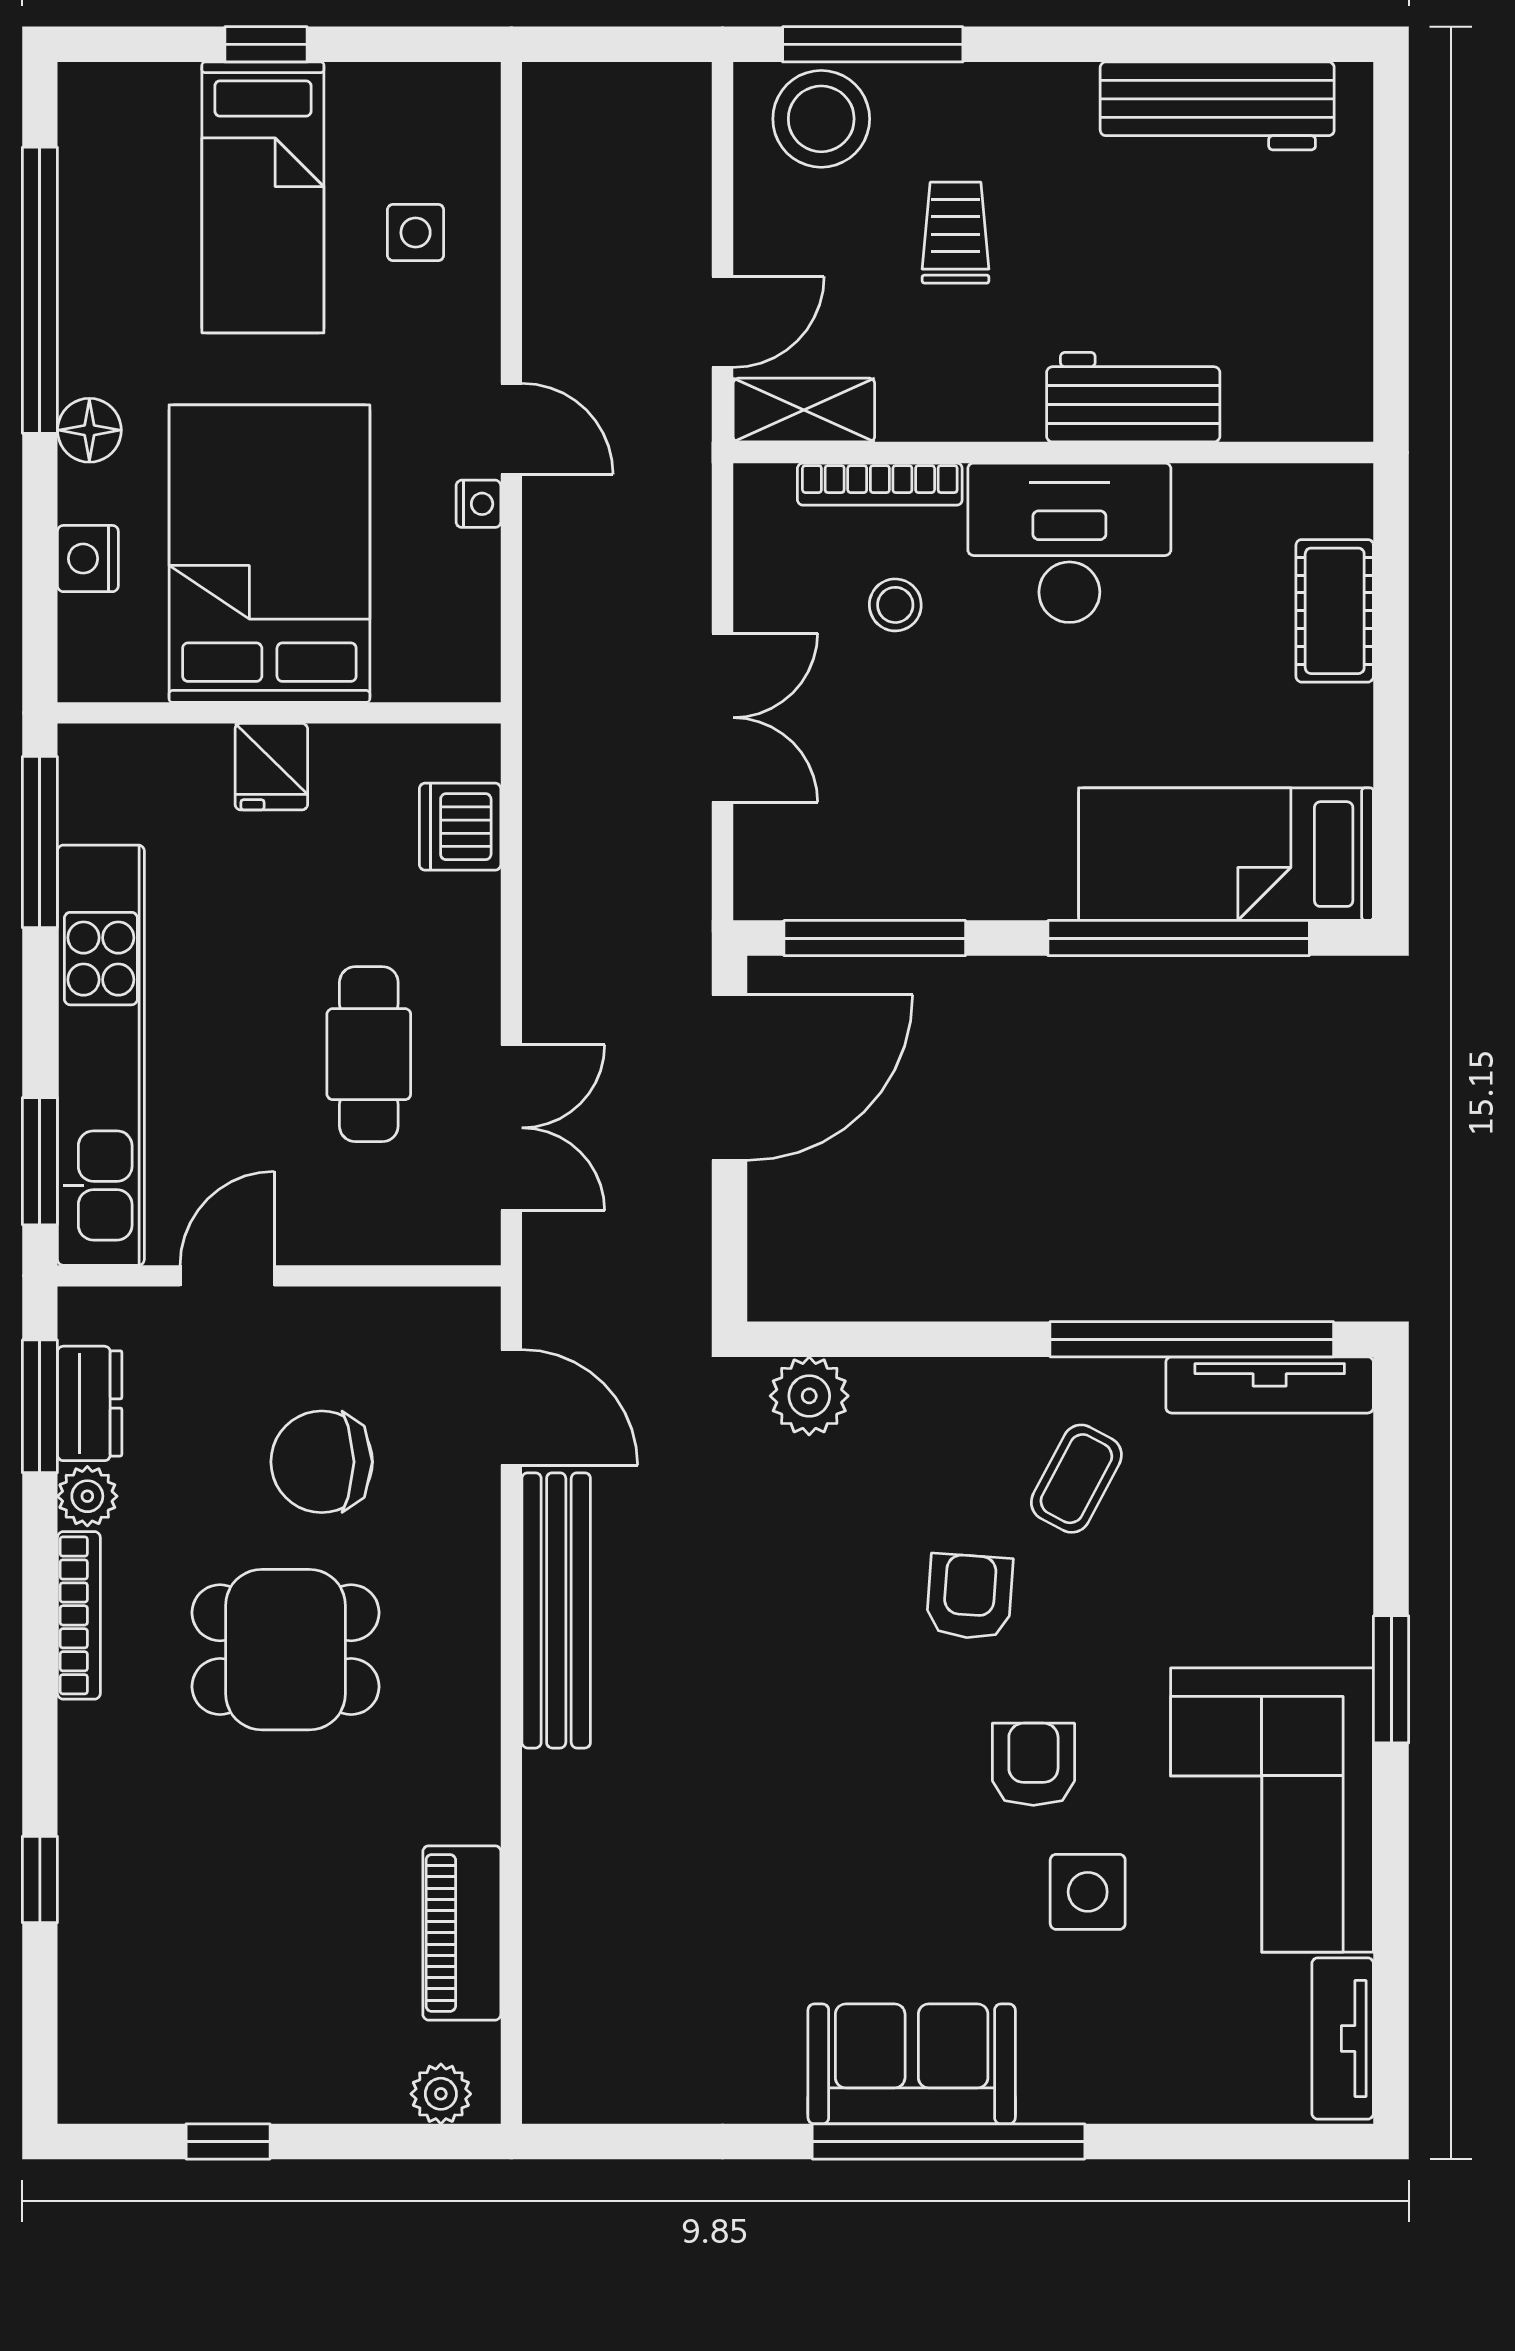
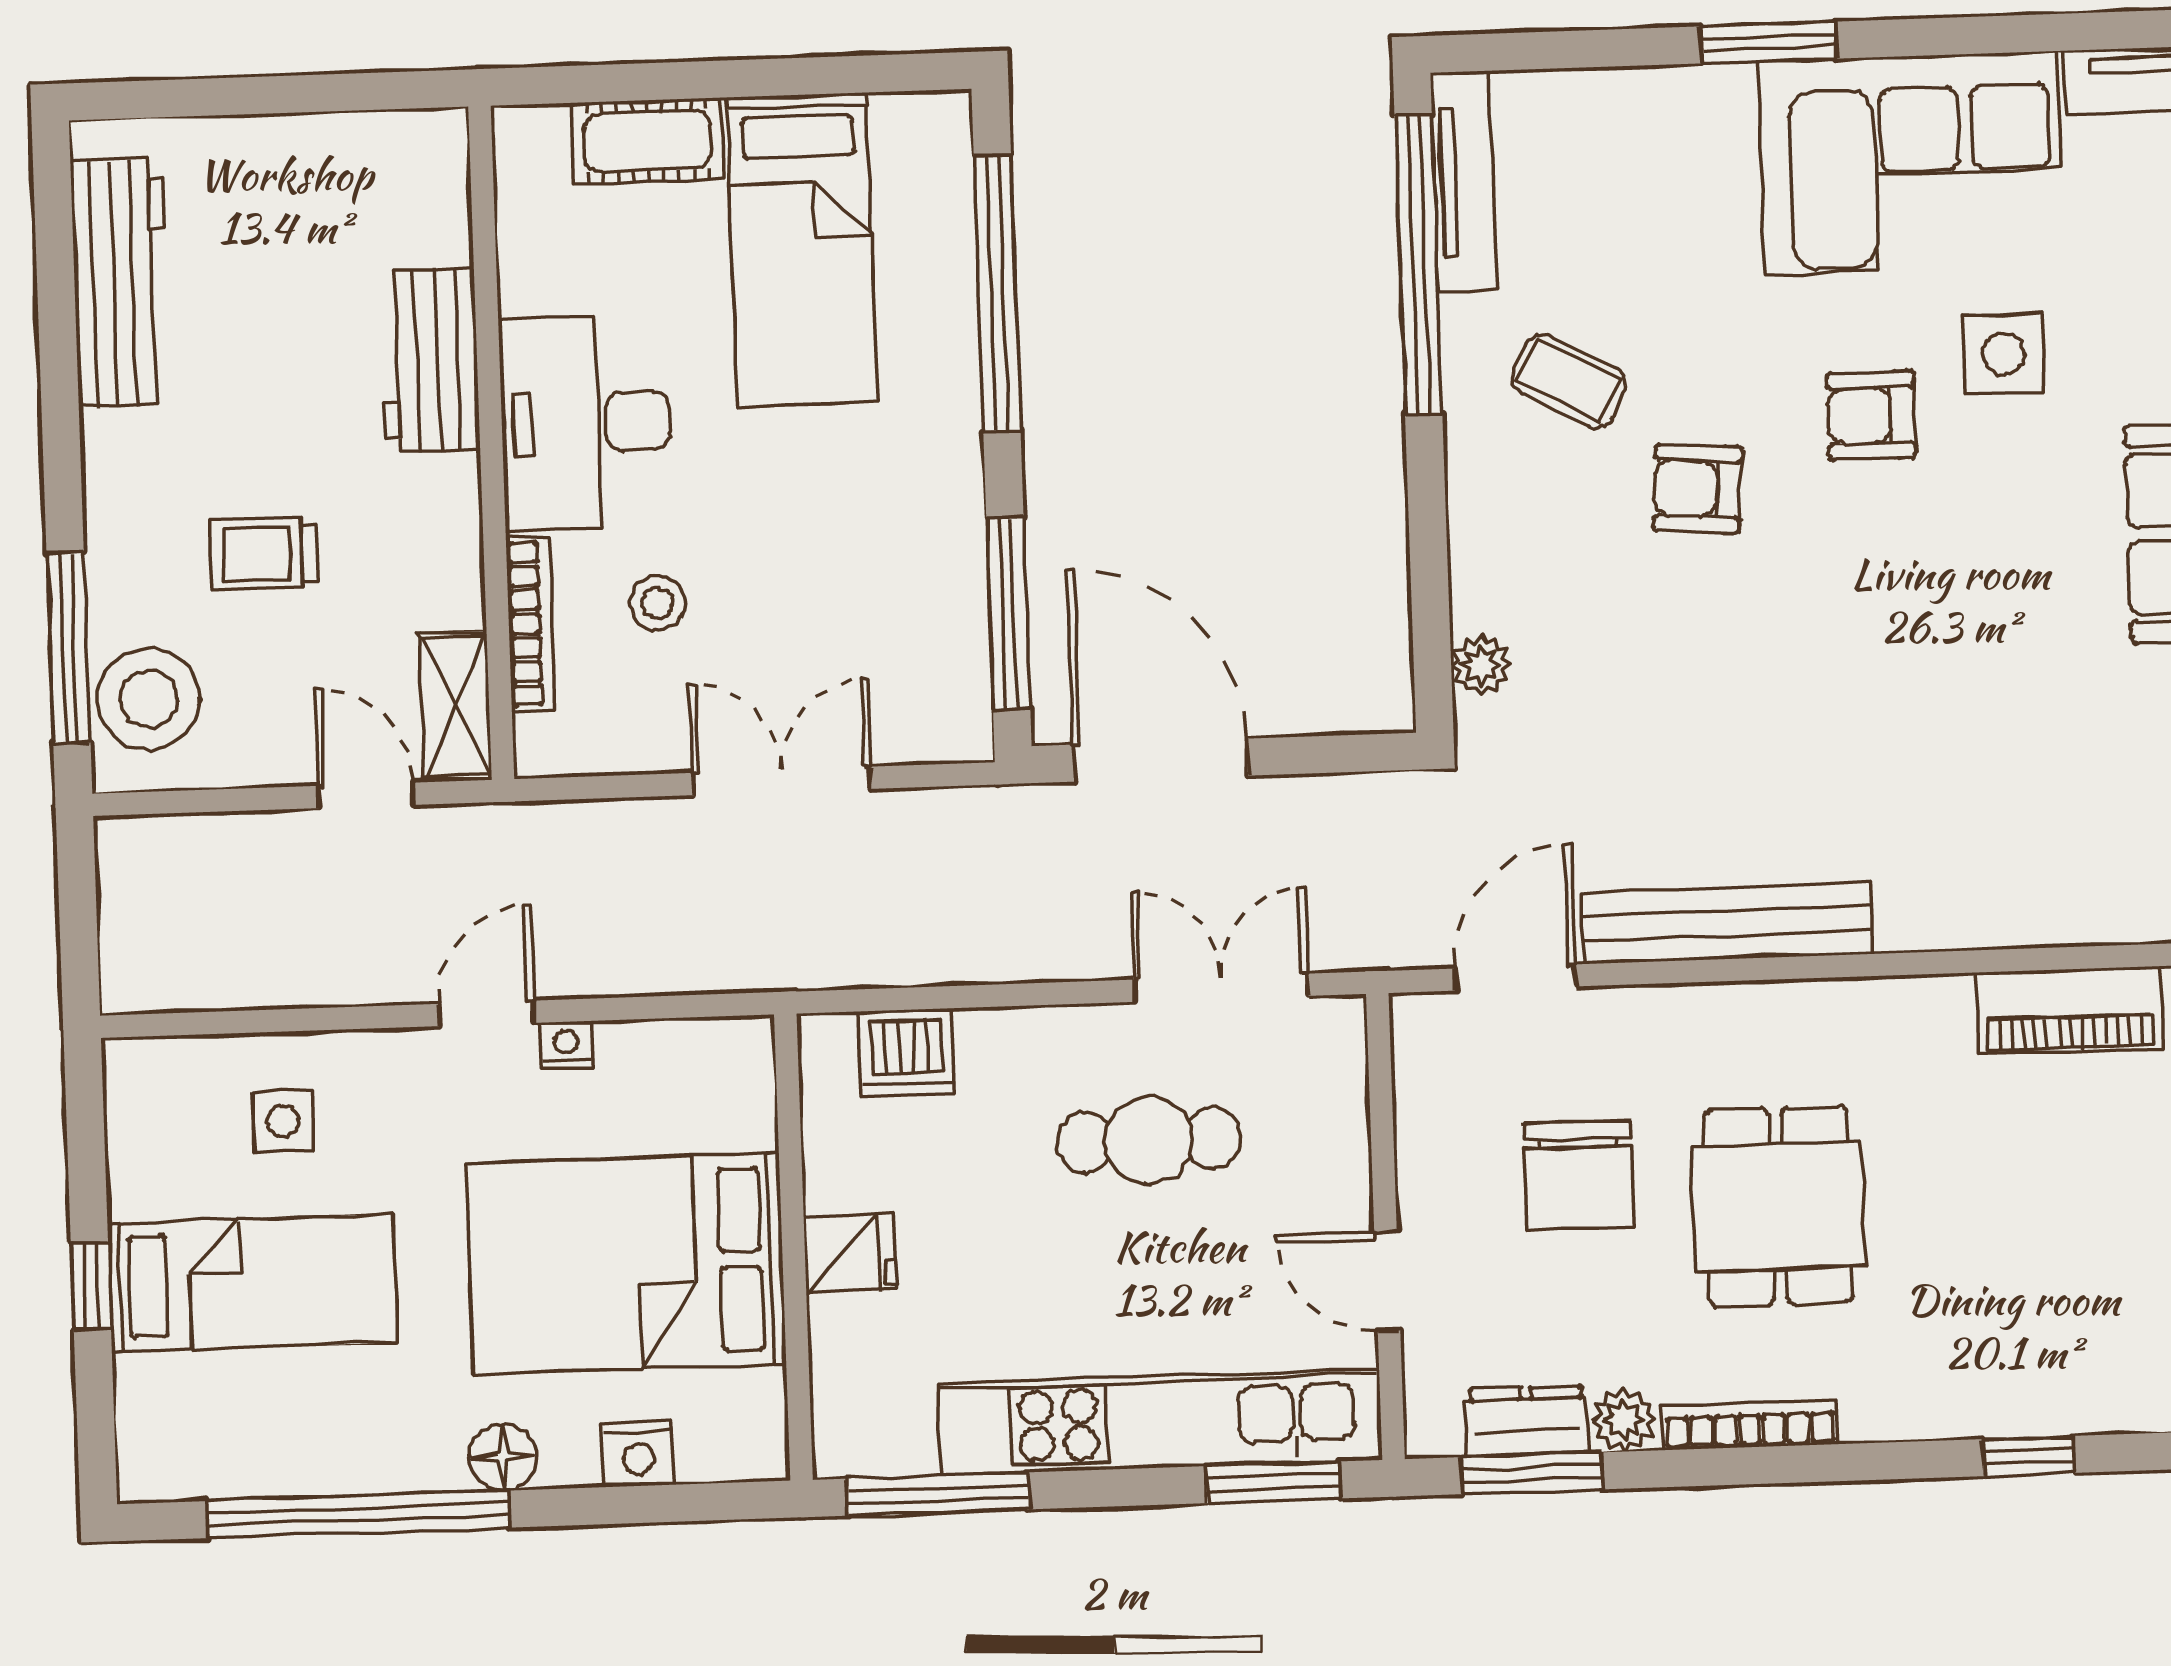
bed: (1226, 854) -> (802, 250), moved
plant: (809, 1396) -> (1481, 665), width x0.73, depth x0.73

